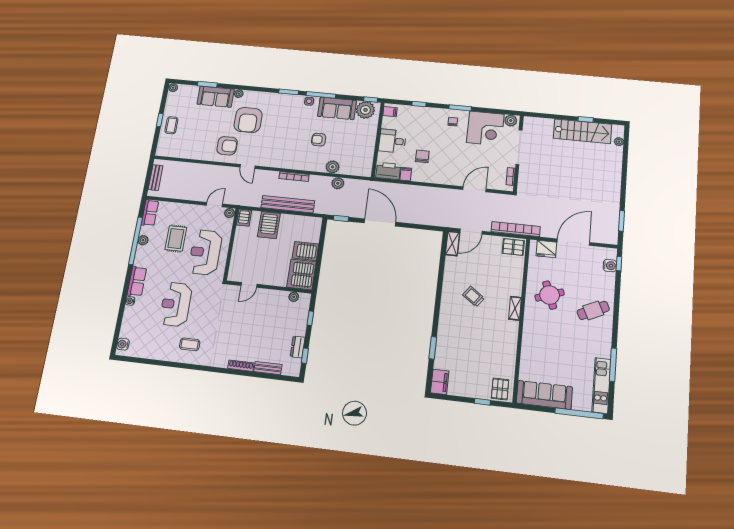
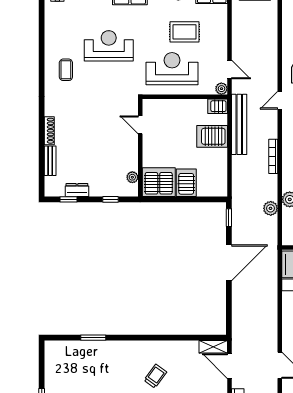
bench: (288, 204) -> (239, 124), moved
filing cabinet: (440, 382) -> (57, 349), removed

